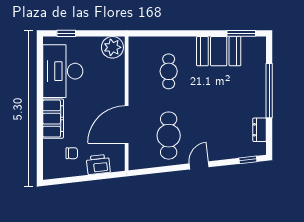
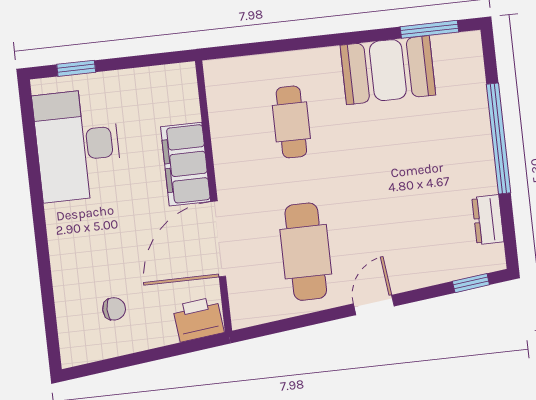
plant: (112, 47) -> (173, 86), removed
filing cabinet: (53, 119) -> (186, 164), moved, turned 180
printer: (98, 164) -> (198, 319), moved

